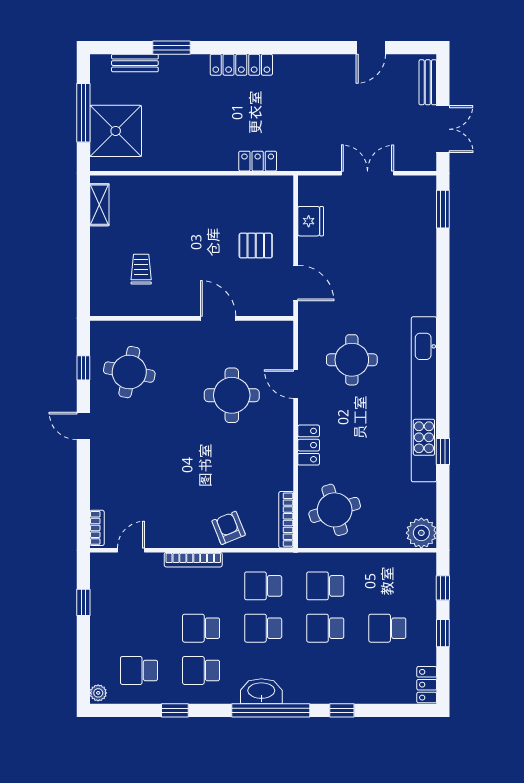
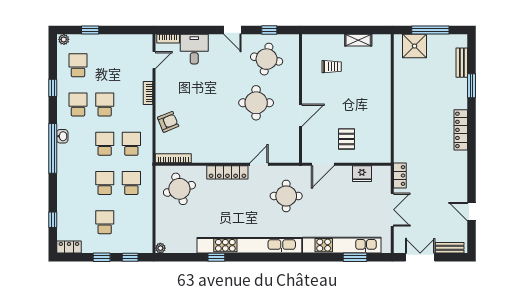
double door: (443, 129) -> (420, 257), swing flipped
shower: (116, 131) -> (415, 46), width x0.73, depth x0.73
locker: (258, 161) -> (400, 176), moved
shelving: (99, 205) -> (358, 40), moved
window: (443, 209) -> (355, 257), moved
kitchen unit: (424, 253) -> (342, 245), added
round table: (352, 360) -> (286, 196), moved
round table: (232, 395) -> (256, 103), moved
door: (83, 426) -> (232, 30), swing flipped
locker: (309, 445) -> (227, 172), width x1.53
desk: (114, 487) -> (194, 49), added
plant: (421, 533) -> (160, 248), width x0.53, depth x0.53
door: (131, 550) -> (154, 60), hinge flipped
bookcase: (193, 560) -> (148, 93), width x0.64
window: (83, 602) -> (90, 30), moved
washbasin: (261, 691) -> (62, 136), width x0.52, depth x0.69
window: (342, 710) -> (53, 220), moved

